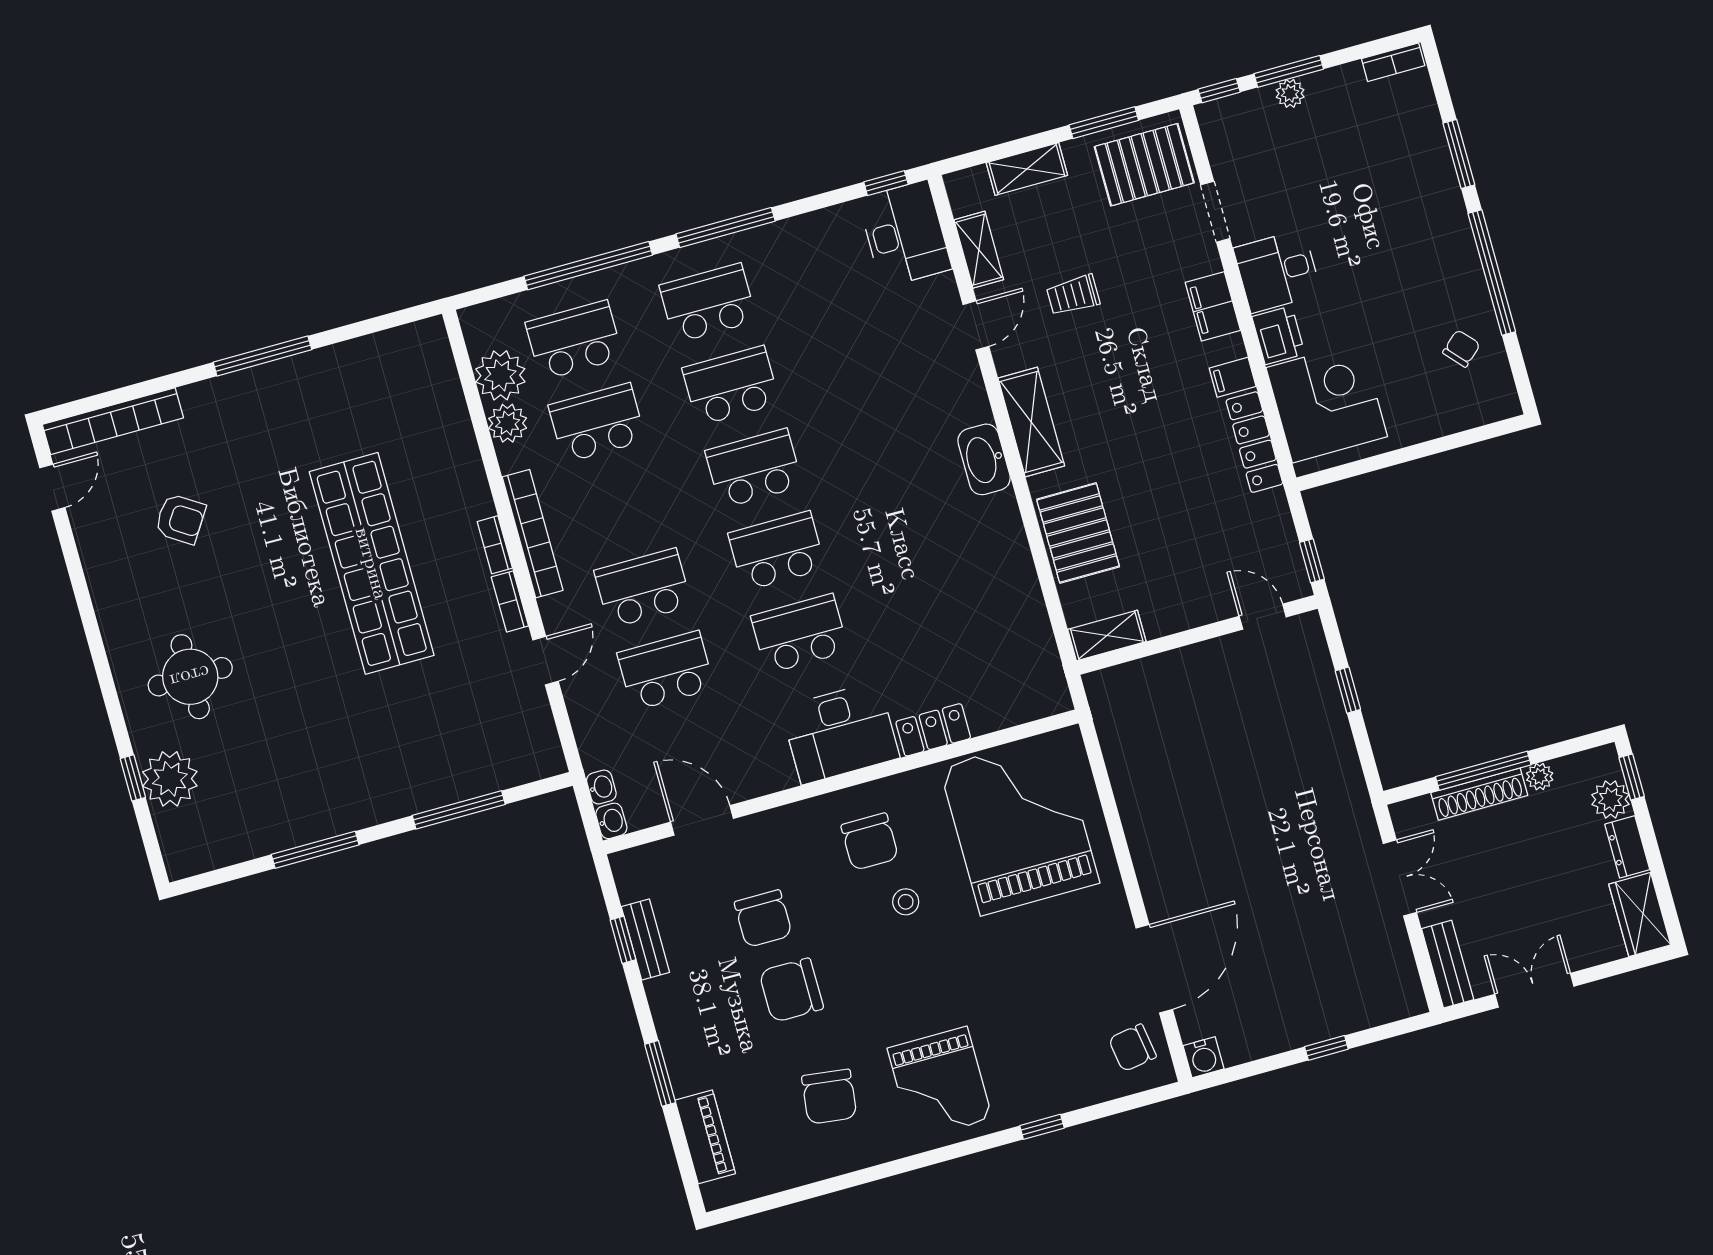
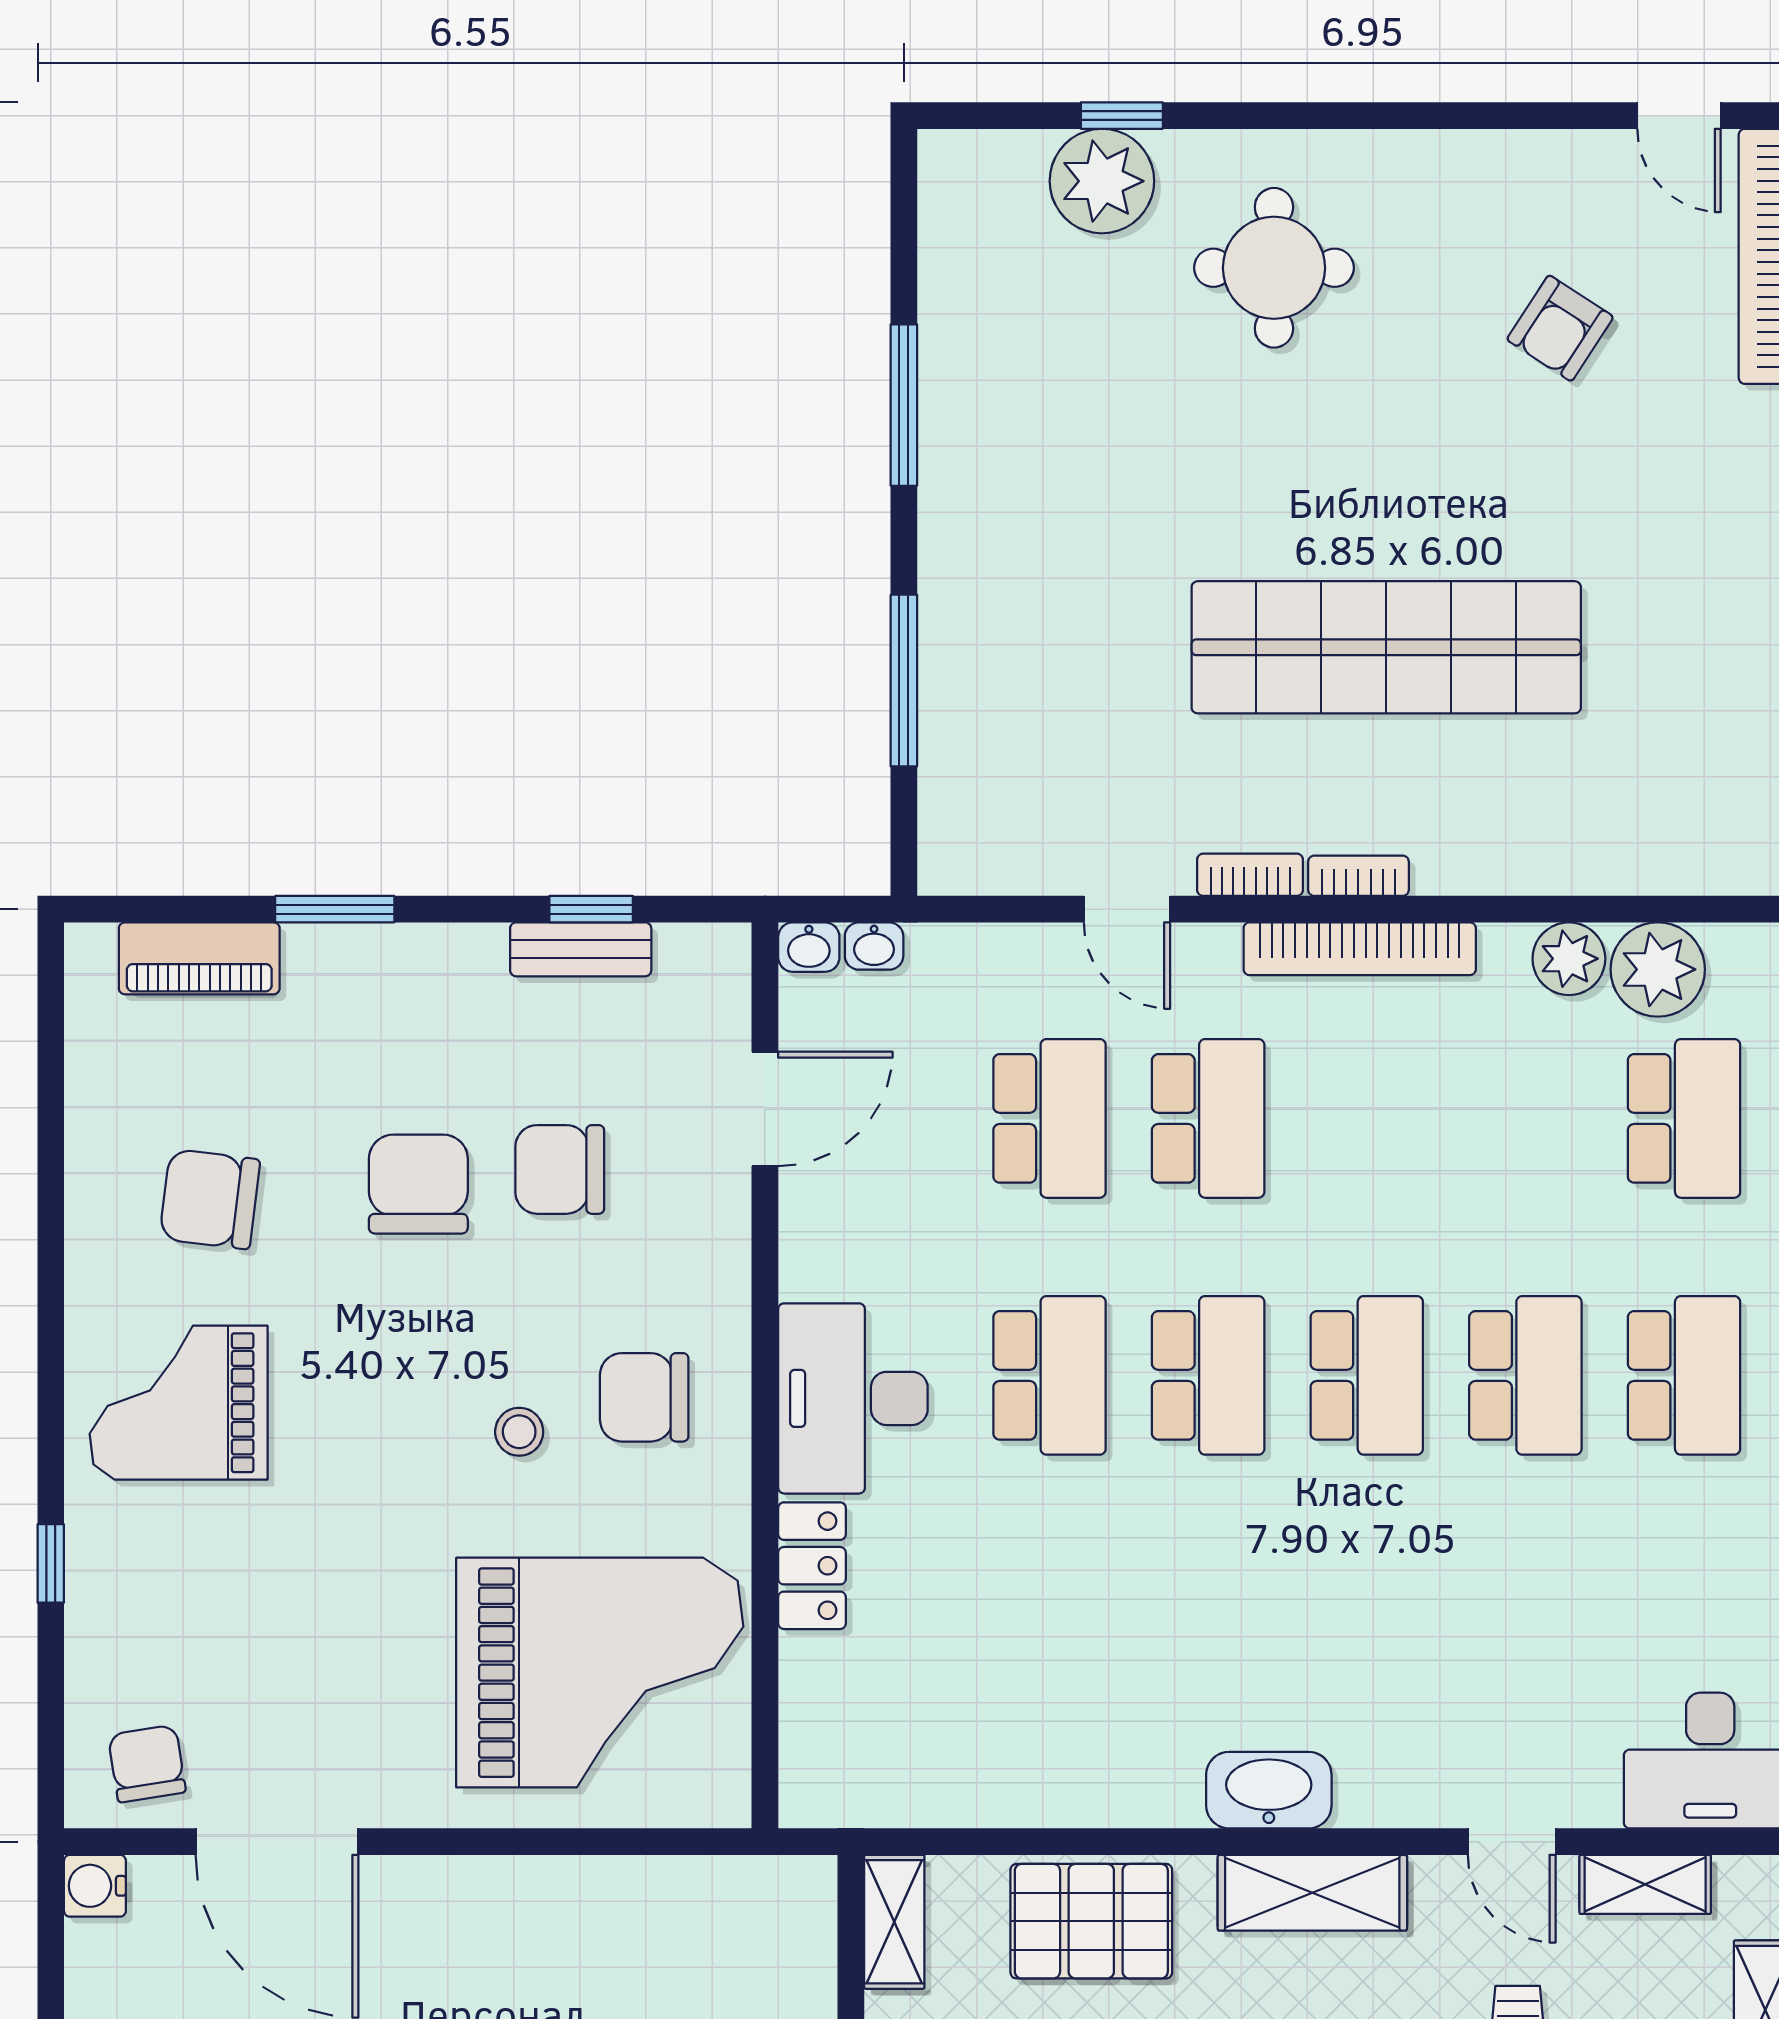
school desk: (597, 423) -> (1525, 1118), removed

